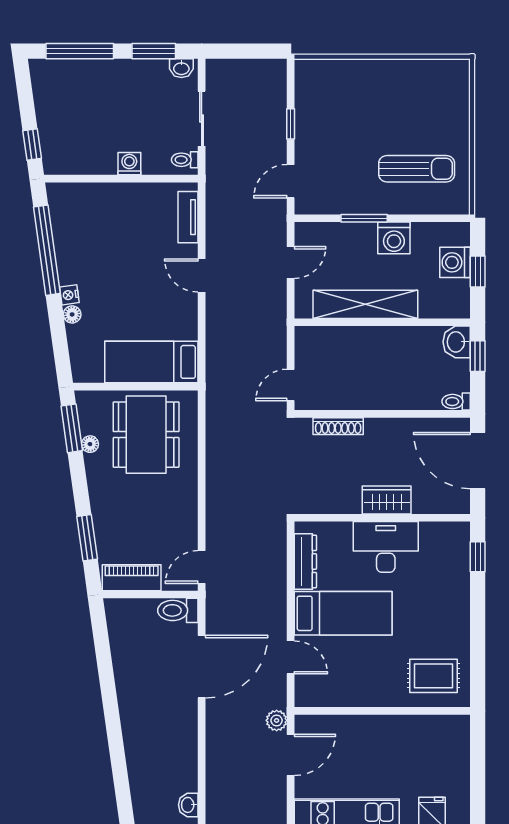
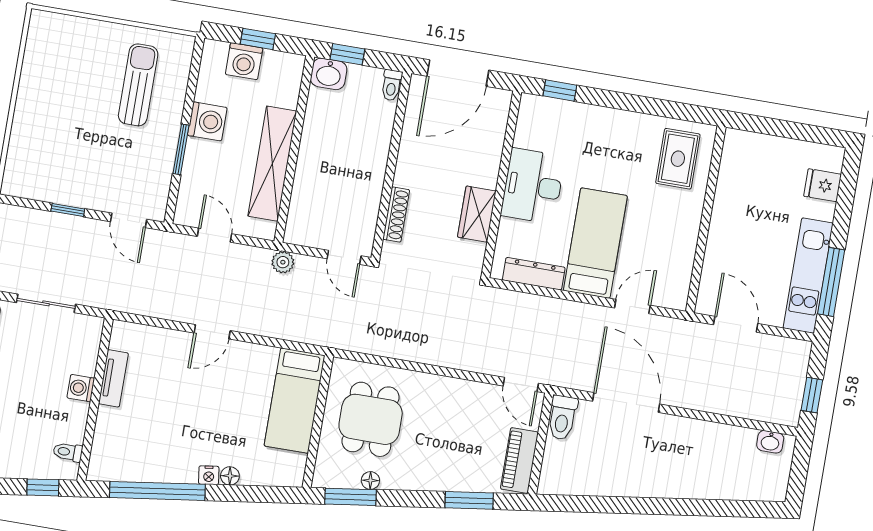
toilet: (185, 160) -> (68, 452), moved, turned 90
tv unit: (188, 217) -> (113, 378), moved, turned -90
dining table: (146, 435) -> (371, 419), width x0.73
wardrobe: (387, 500) -> (477, 214), moved
plant: (277, 720) -> (283, 262), moved

